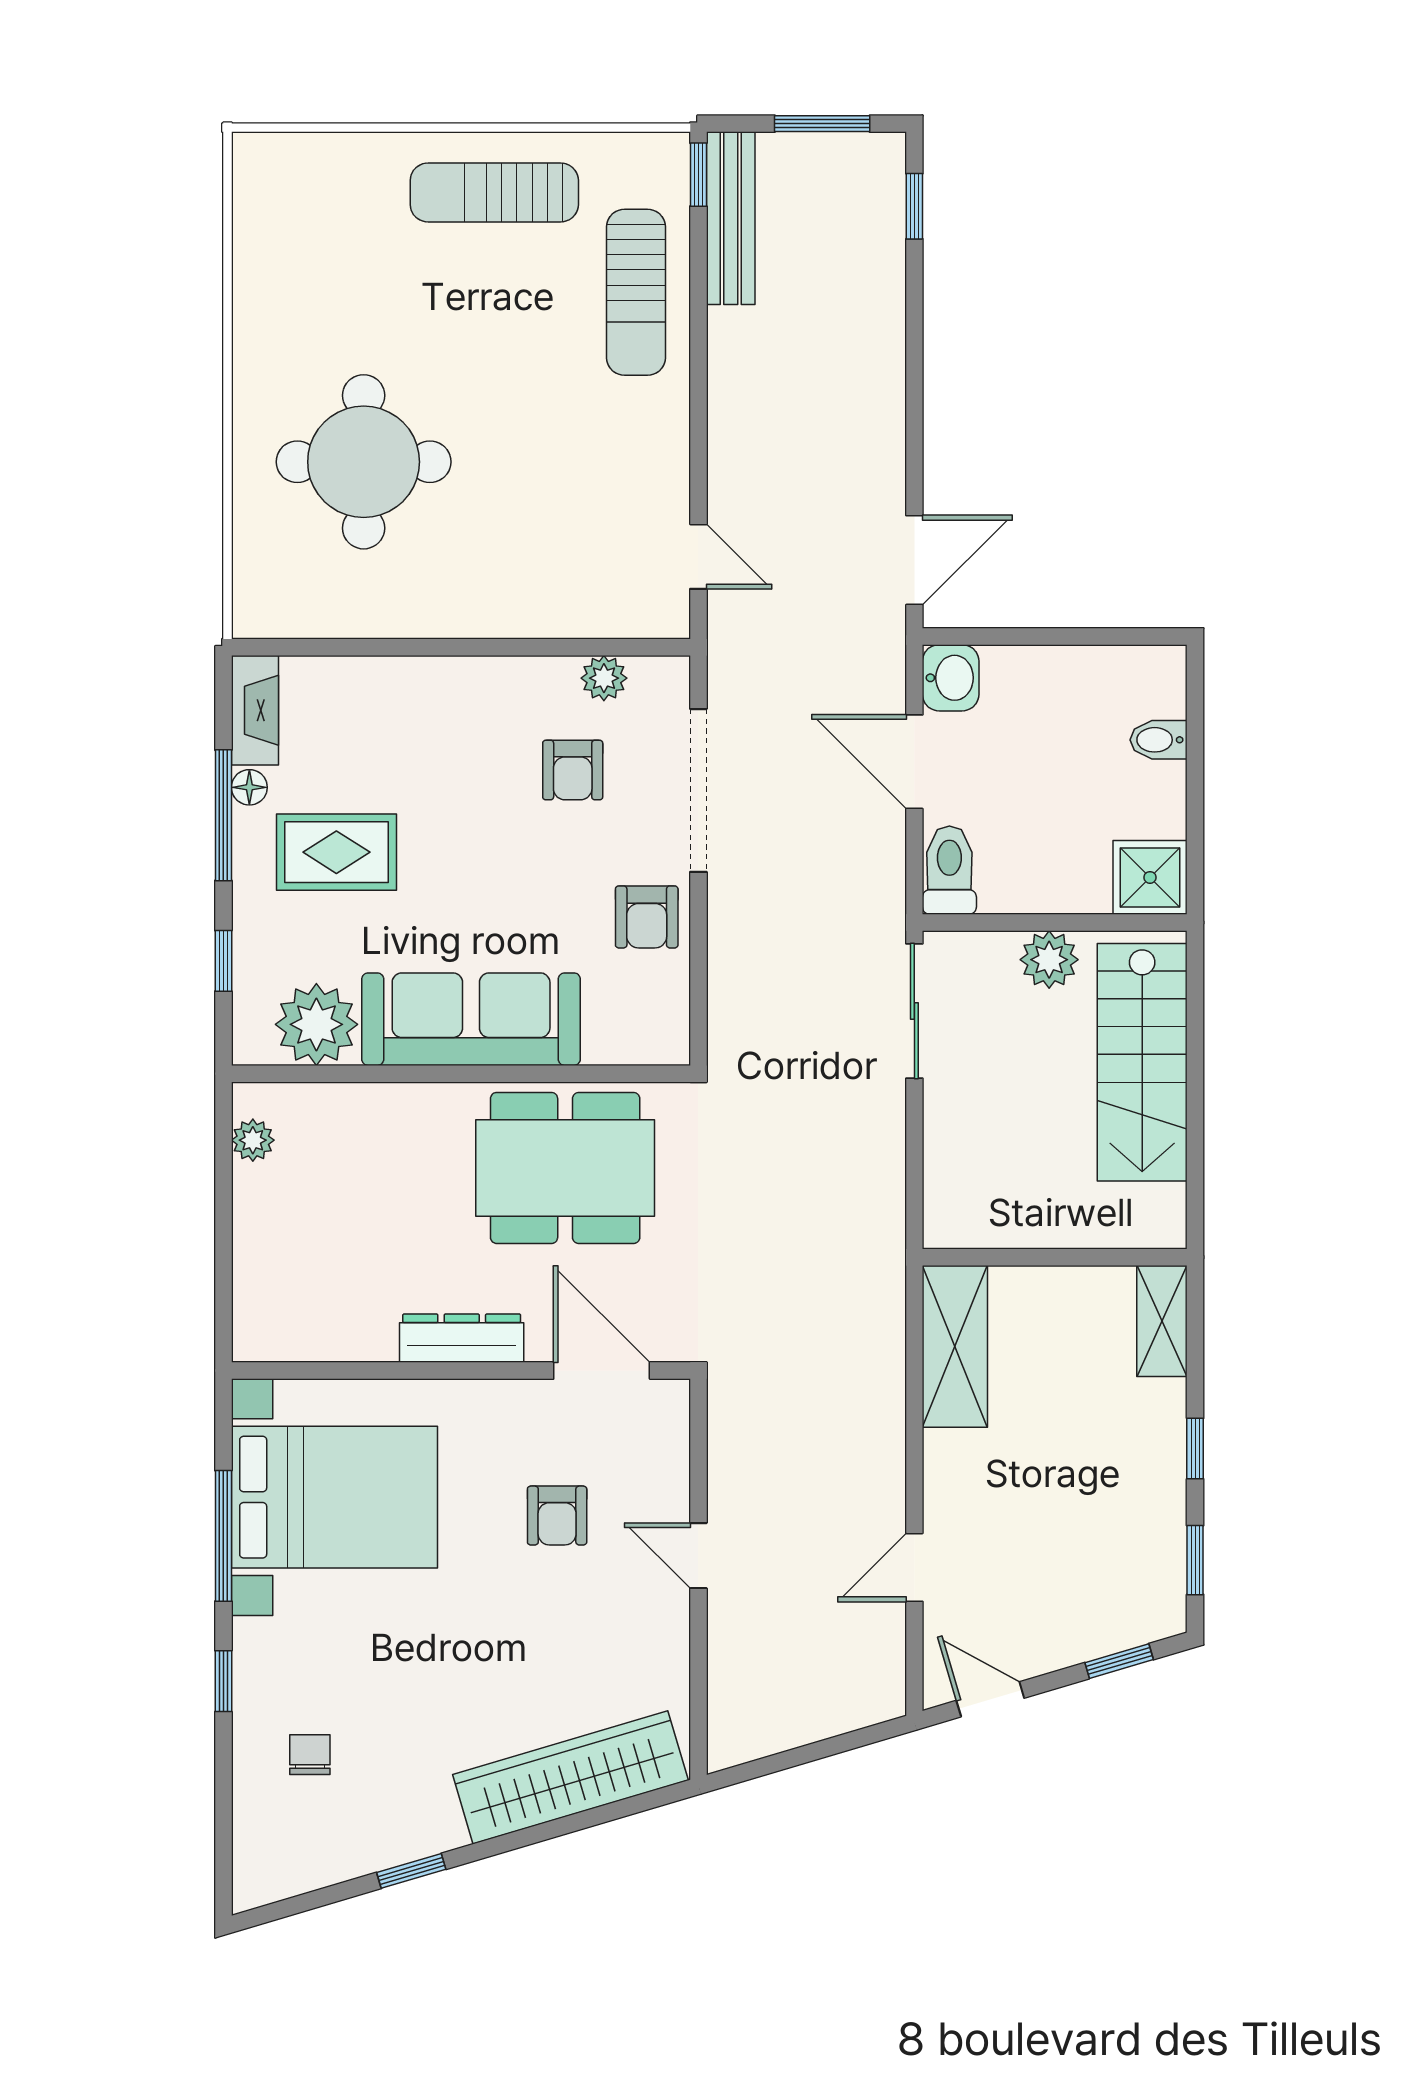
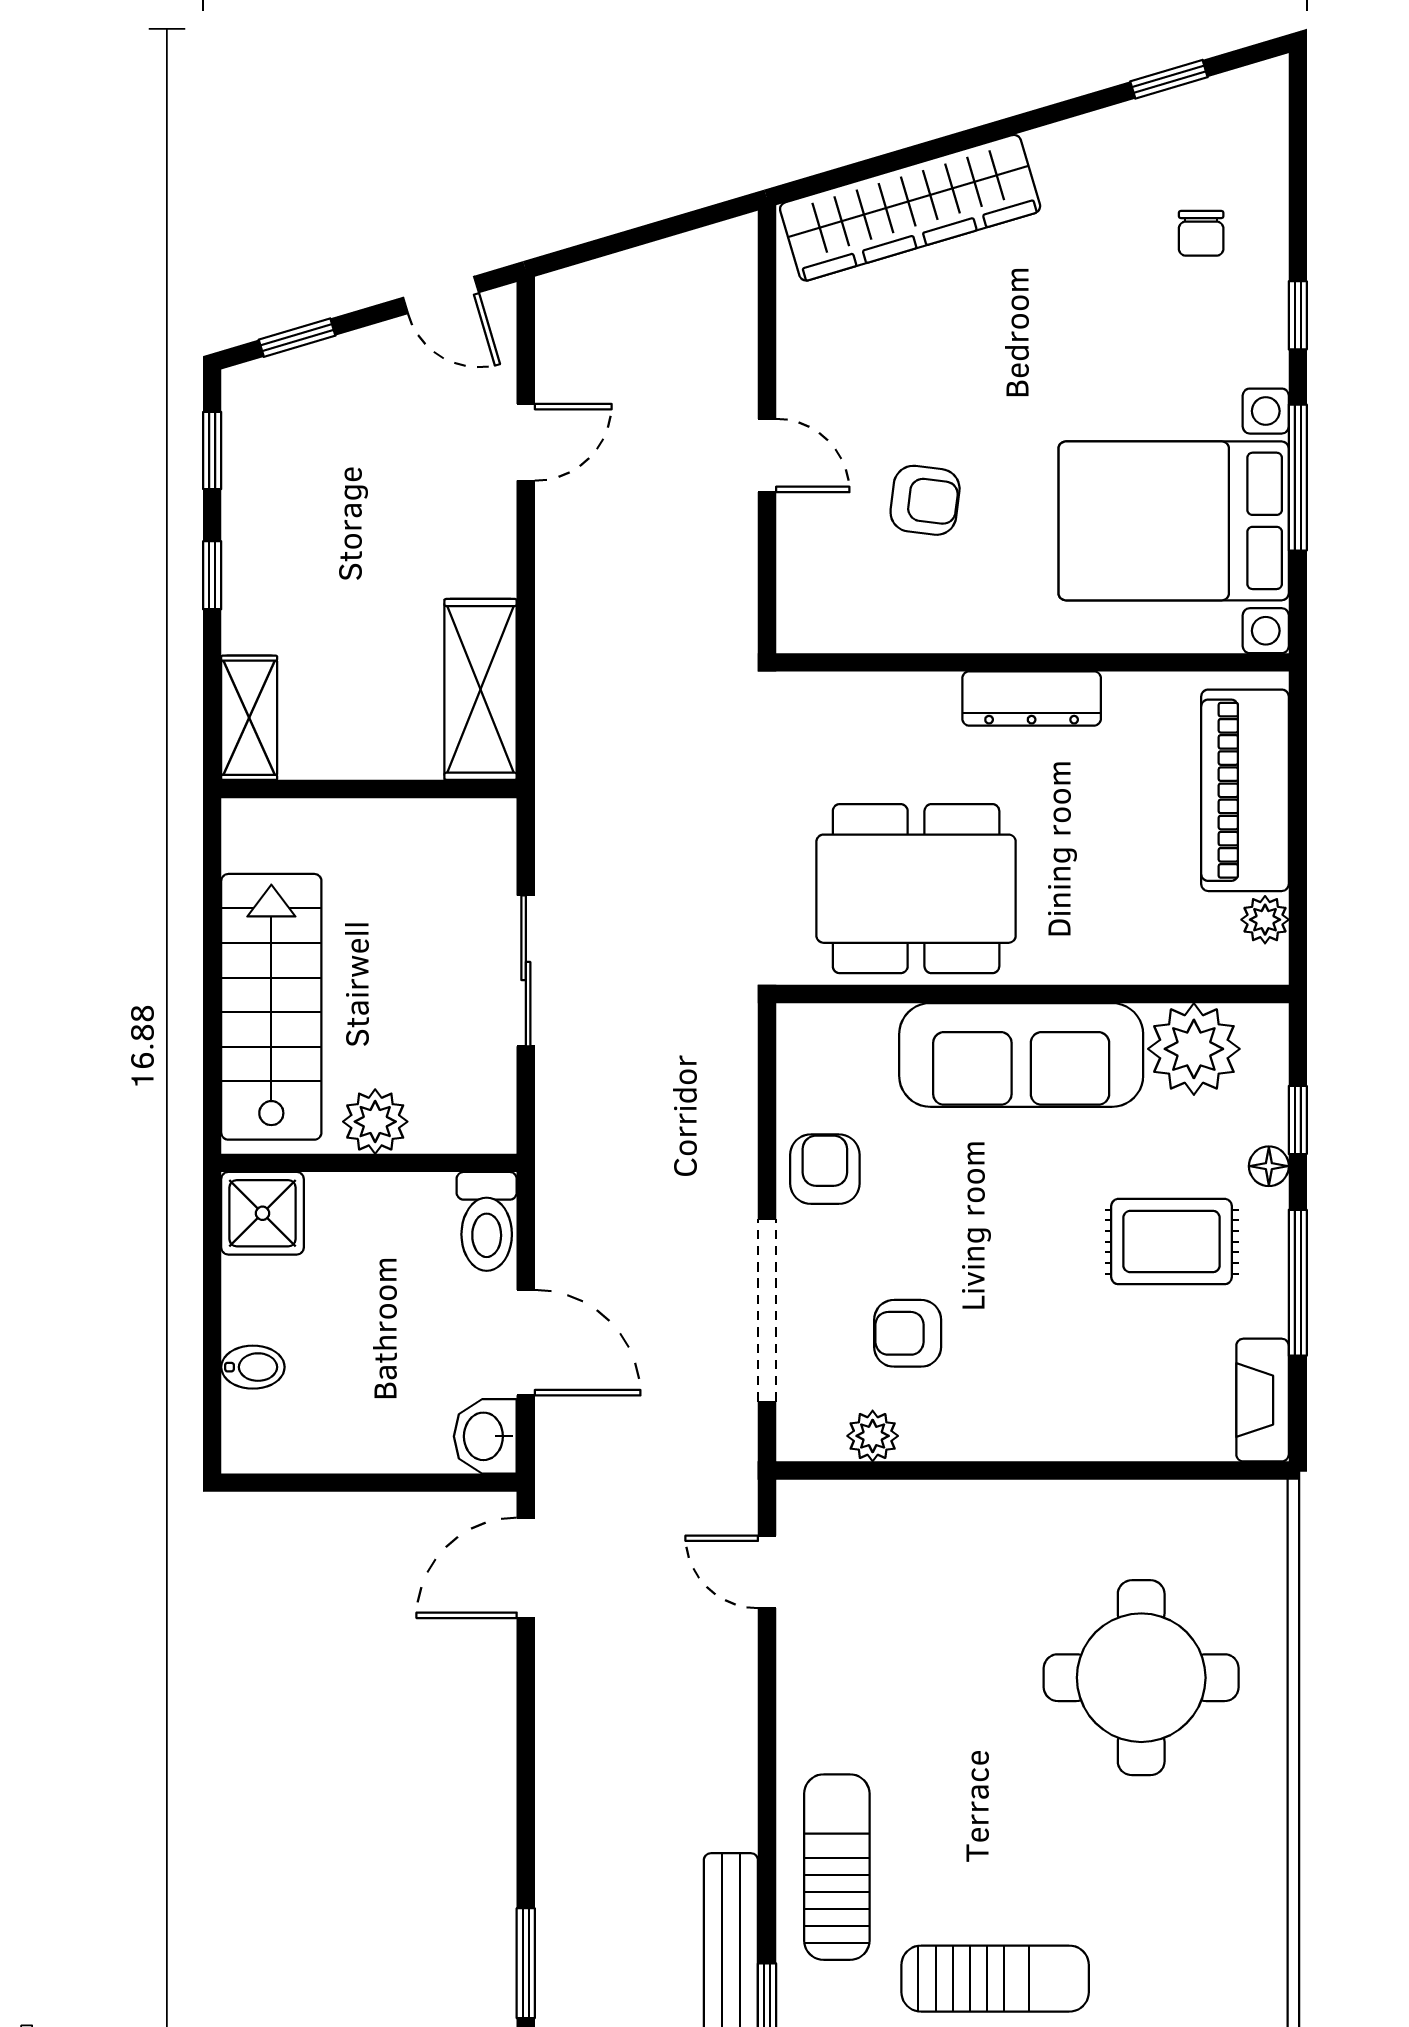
window: (914, 206) -> (526, 1963), width x1.50
armchair: (573, 770) -> (908, 1333), turned -90
floor lamp: (249, 787) -> (1269, 1166), moved
sliding door: (914, 1011) -> (526, 971), moved
piano: (271, 1256) -> (1245, 790), added
door: (602, 1371) -> (875, 662), removed
armchair: (557, 1516) -> (925, 500), turned 97
window: (411, 1871) -> (1169, 79), moved

